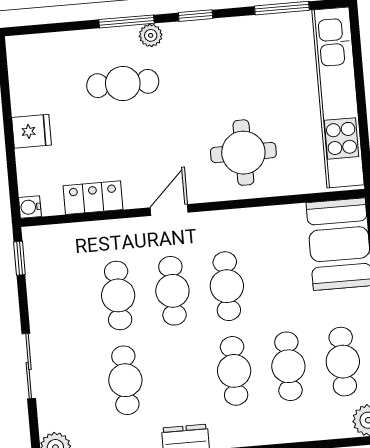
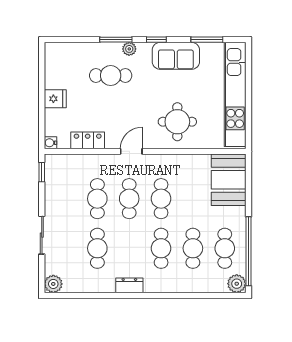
sofa: (231, 40) -> (176, 56), added

